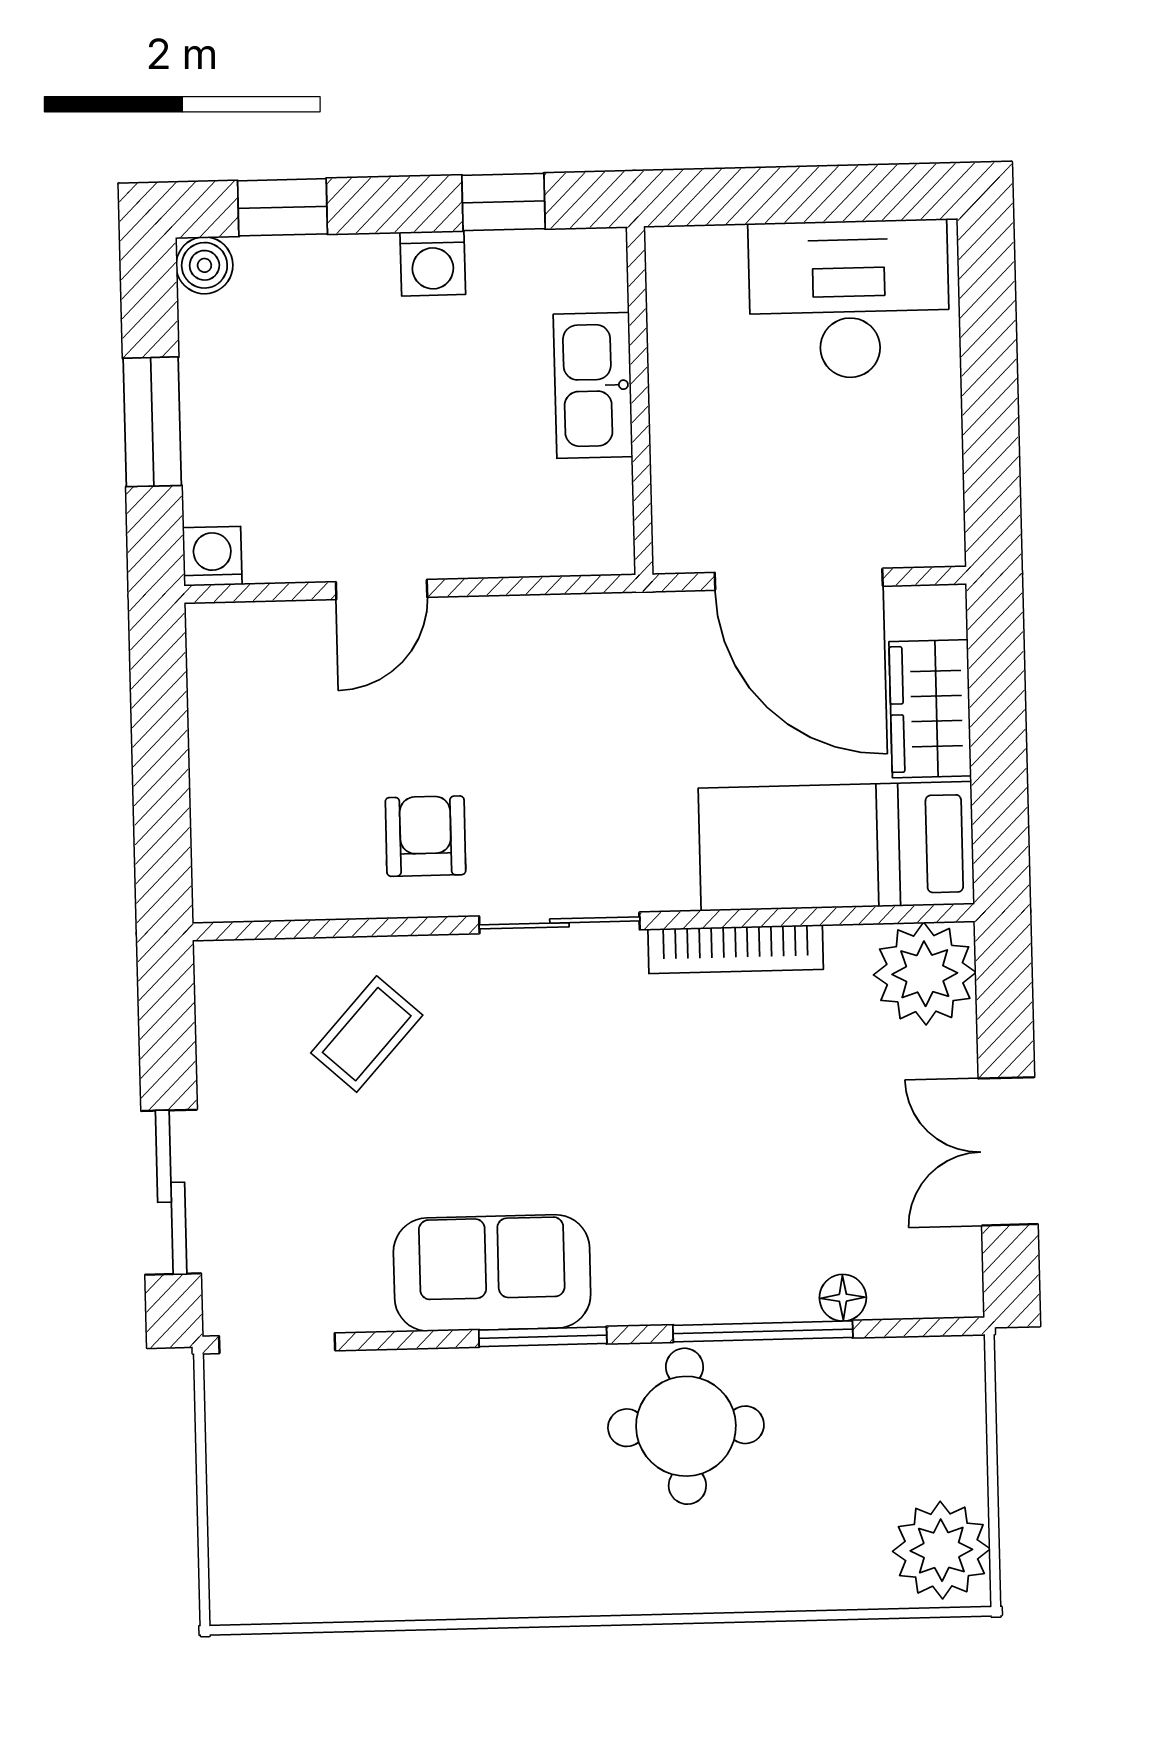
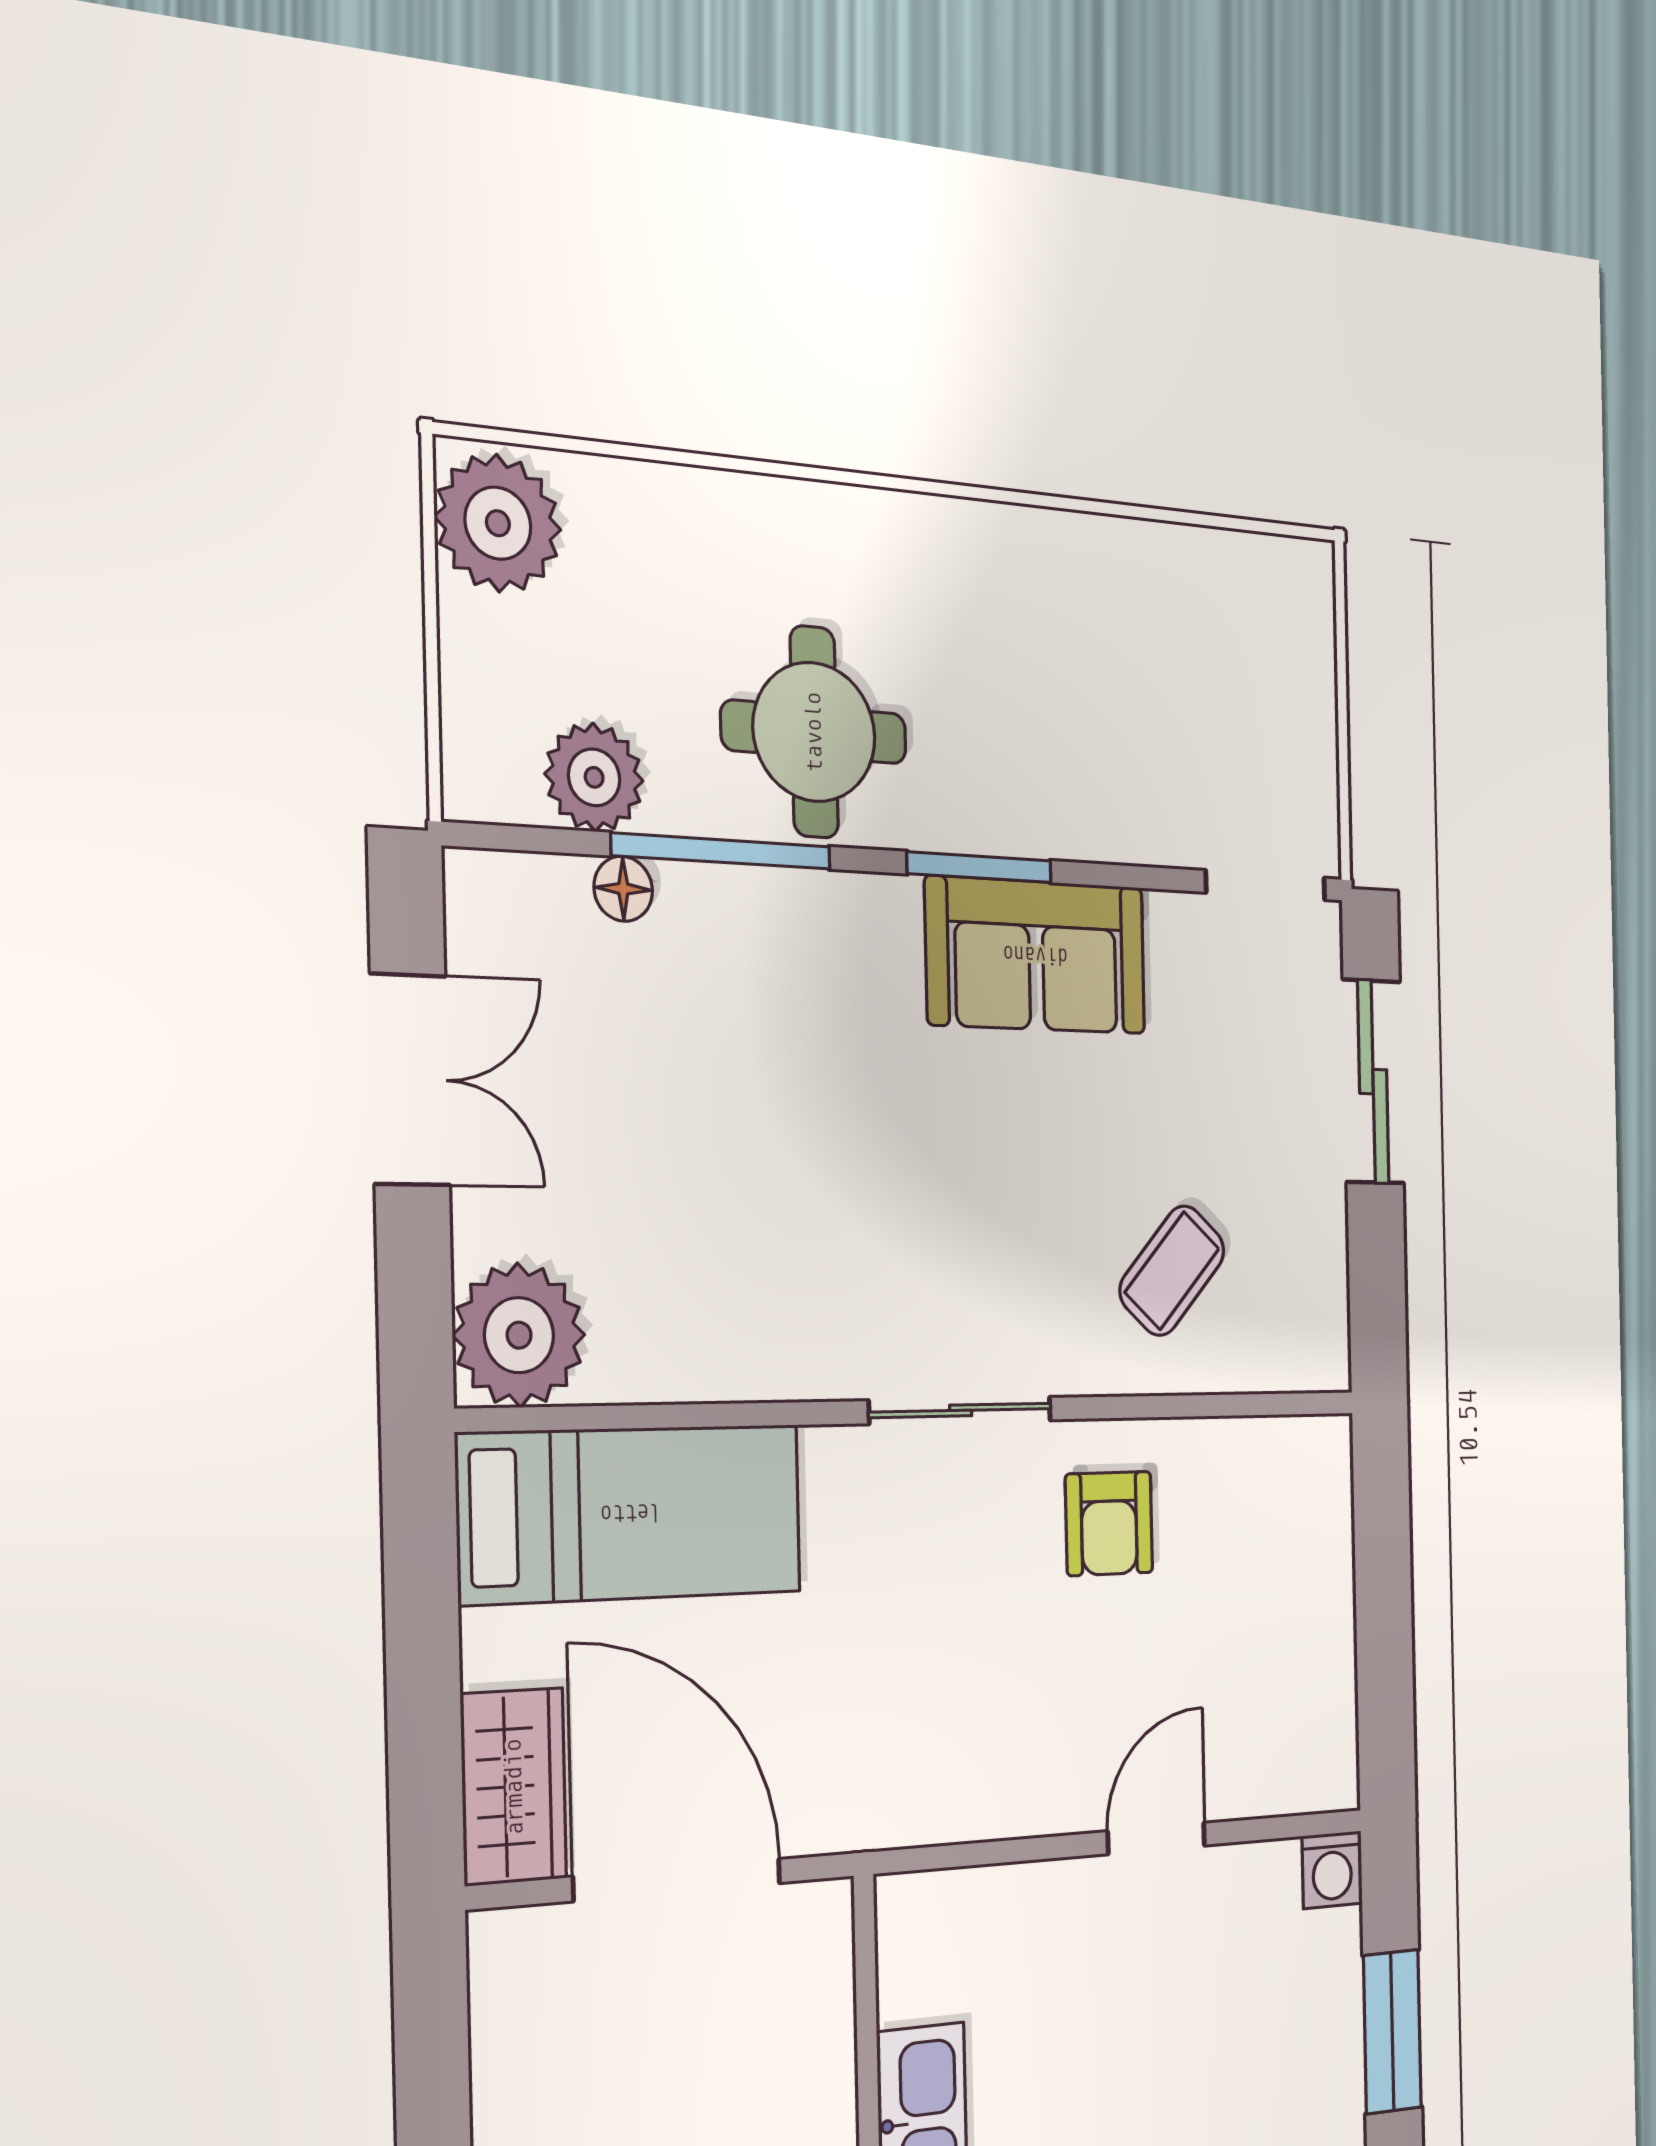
wardrobe: (930, 709) -> (514, 1787), moved
bookcase: (736, 949) -> (755, 1373), removed
plant: (866, 1376) -> (594, 777), added

